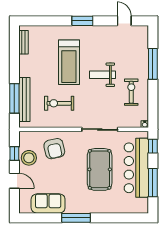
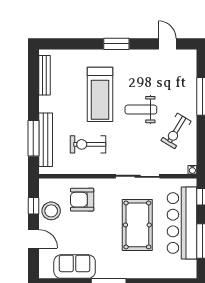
bench: (23, 42) -> (45, 75), width x1.36
exercise bike: (131, 92) -> (176, 131), turned -149
armchair: (54, 149) -> (82, 200), turned 103

